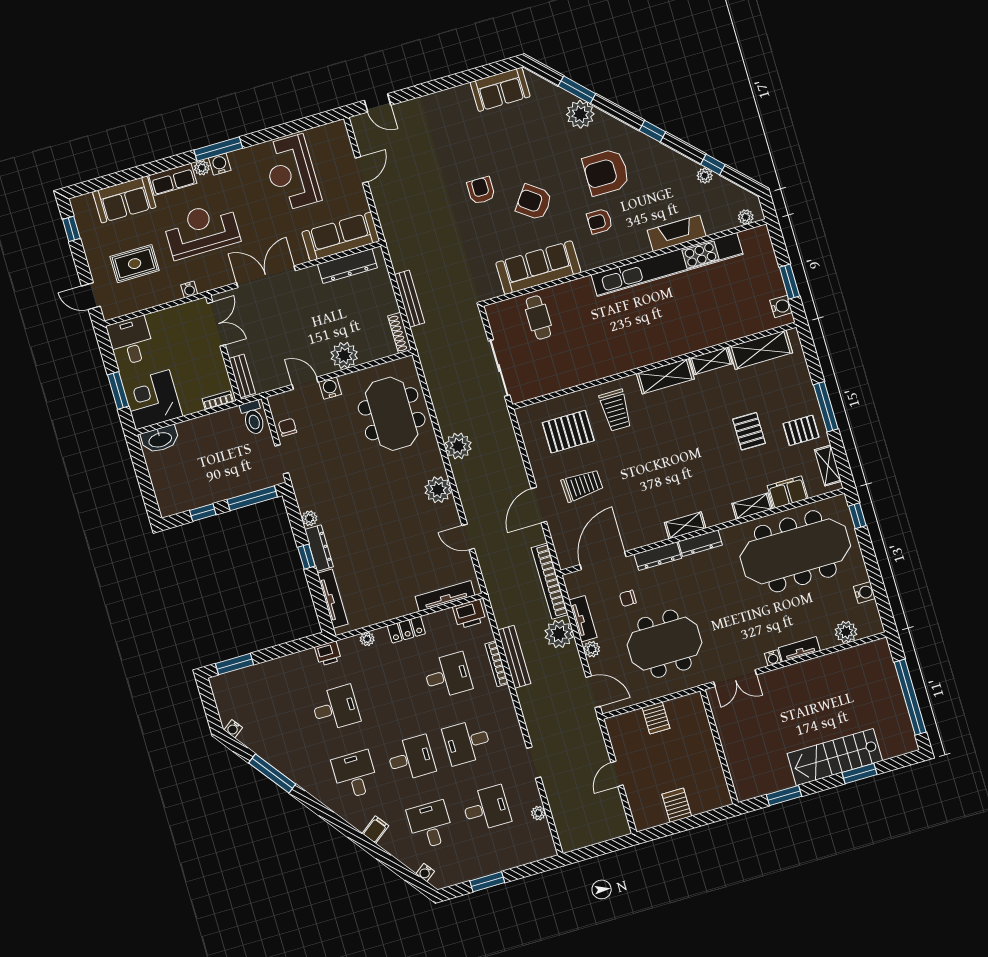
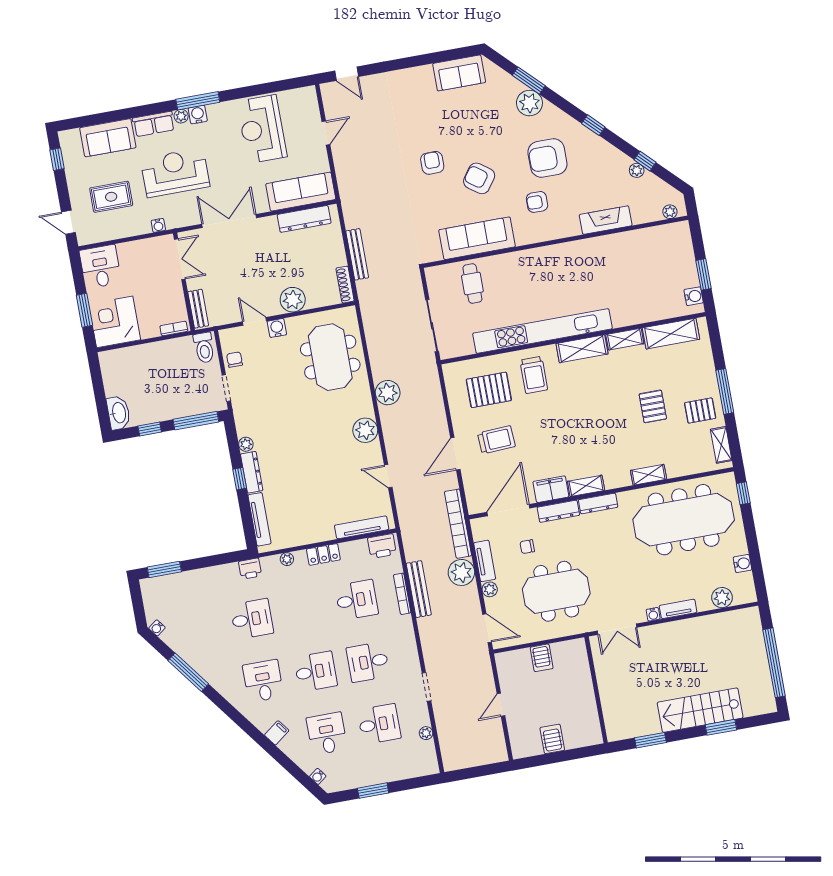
kitchen unit: (667, 265) -> (542, 331), moved, turned 180
washbasin: (160, 439) -> (119, 413), moved, turned -90
filing cabinet: (788, 492) -> (551, 489), moved

